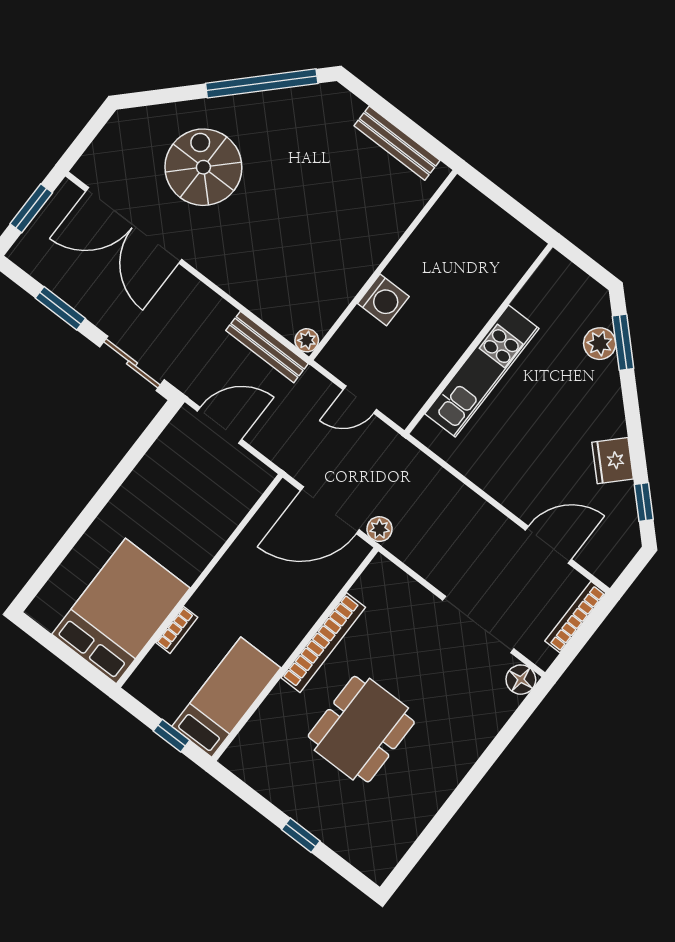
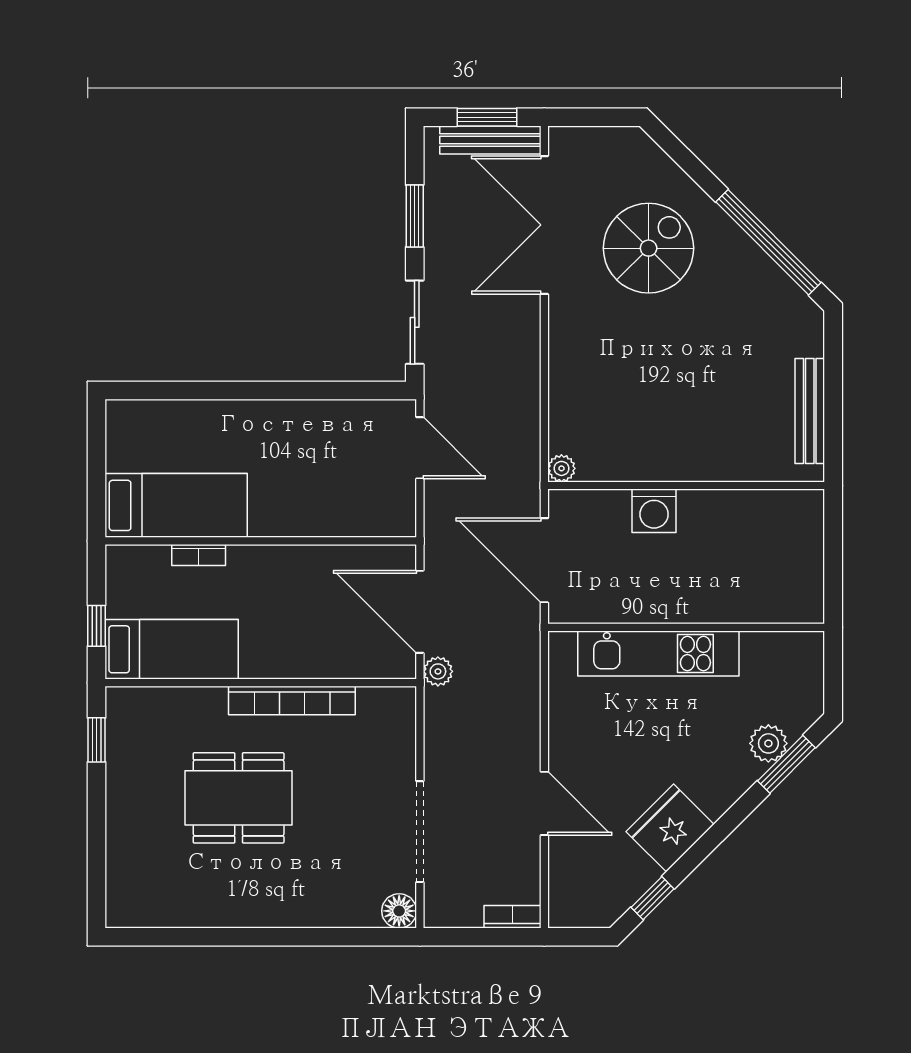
bench: (267, 347) -> (490, 140), moved, turned 90
door: (360, 400) -> (544, 560), width x1.88
fridge: (613, 461) -> (670, 828), width x1.36, depth x1.34
door: (548, 545) -> (544, 803), moved
bed: (121, 611) -> (176, 505), width x0.67
bookcase: (575, 617) -> (513, 917), width x0.64
window: (301, 835) -> (96, 740), moved

